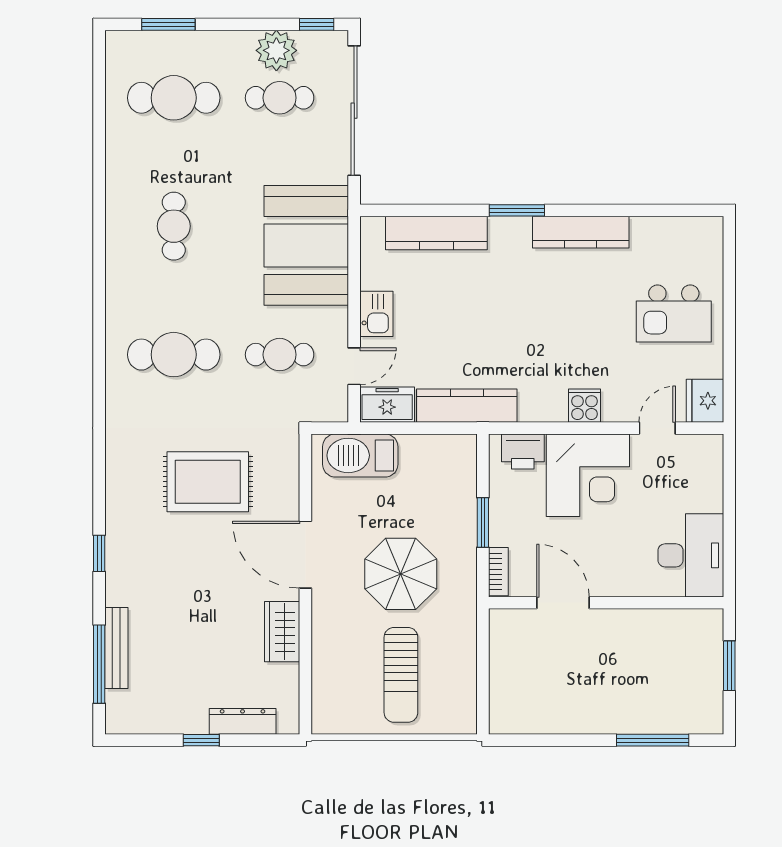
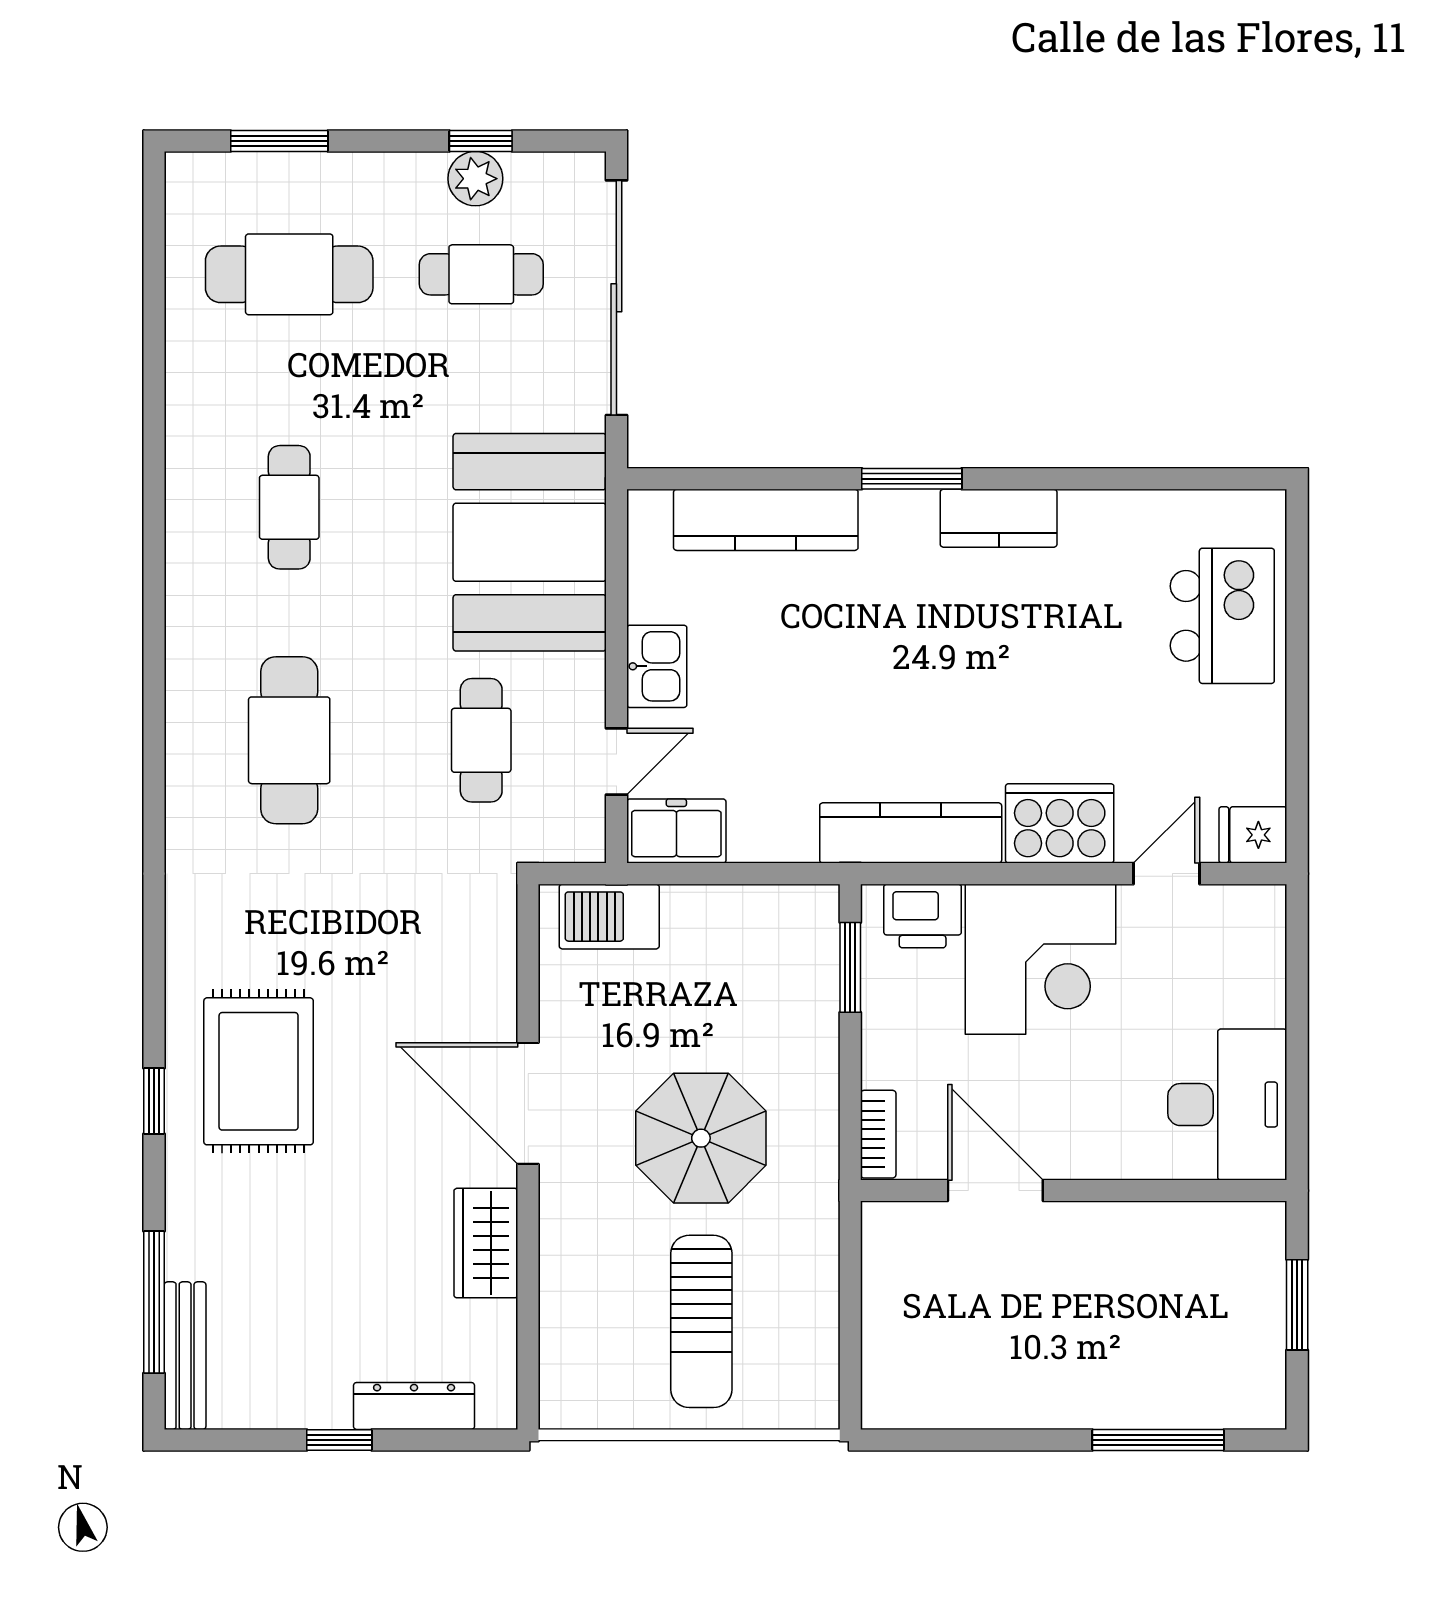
window: (317, 24) -> (481, 141), moved
plant: (276, 50) -> (475, 179), width x0.73, depth x0.73
kitchen counter: (581, 232) -> (999, 518), width x0.67
kitchen island: (674, 313) -> (1222, 616), moved, turned -90
cafe table: (174, 355) -> (289, 740), turned 90
cafe table: (280, 355) -> (481, 740), turned 90
fridge: (705, 401) -> (1253, 835), width x0.72
kitchen counter: (467, 406) -> (911, 833), moved
cooker: (585, 406) -> (1060, 823), width x1.87, depth x1.31
barbecue: (360, 455) -> (609, 917), width x0.73, depth x0.83
rug: (208, 482) -> (259, 1071), moved, turned 90
window: (483, 523) -> (850, 967), moved
bench: (116, 648) -> (185, 1356), moved

